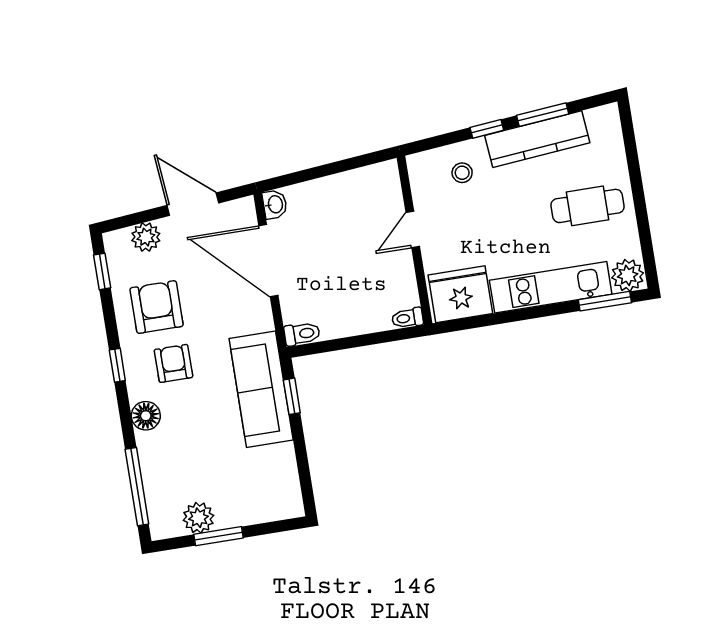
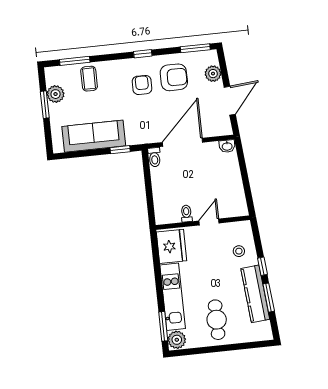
door: (413, 230) -> (209, 222), hinge flipped
door: (268, 261) -> (183, 142), moved
window: (102, 271) -> (195, 48), width x1.50
toilet: (407, 318) -> (186, 213), moved
armchair: (173, 363) -> (142, 85), turned -90
sofa: (261, 389) -> (94, 136), moved
floor lamp: (146, 416) -> (114, 68), removed
coffee table: (167, 459) -> (89, 79), added
window: (137, 487) -> (75, 61), width x0.69

